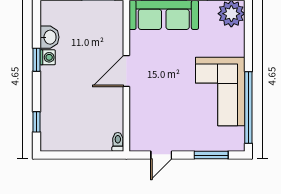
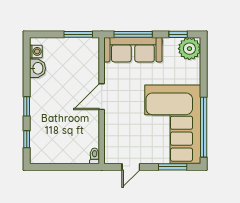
washing machine: (48, 57) -> (36, 51), moved
window: (36, 60) -> (27, 106), moved
corner sofa: (220, 92) -> (173, 124), width x1.36, depth x1.36

